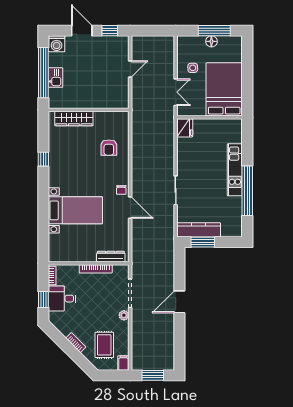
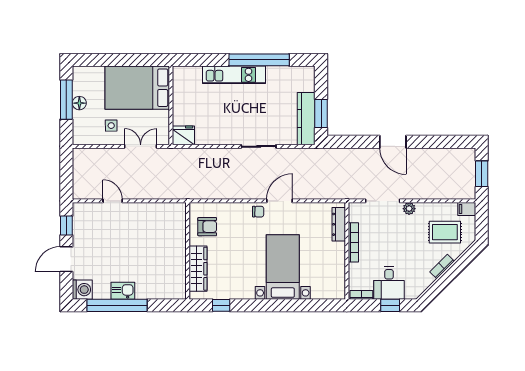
wall: (89, 110) -> (188, 251), moved
wardrobe: (74, 119) -> (198, 269), moved

